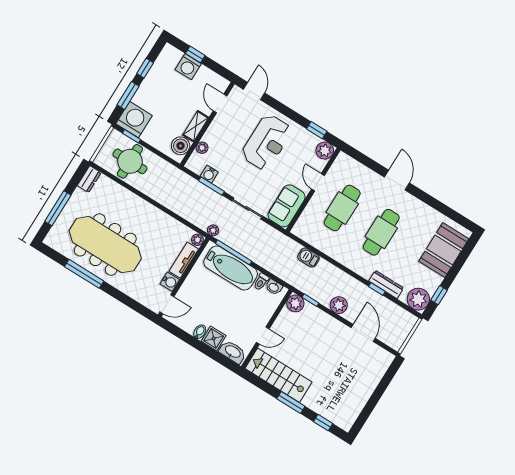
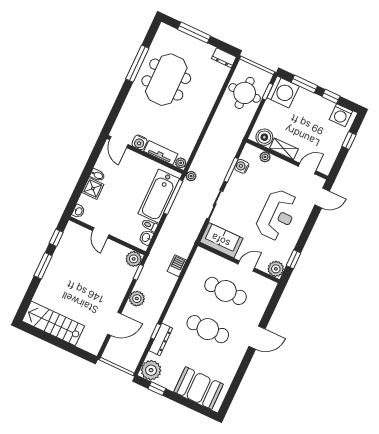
washing machine: (188, 67) -> (341, 115), moved, turned -90
reception desk: (267, 142) -> (277, 215), turned -90
meeting table: (105, 245) -> (166, 80), width x0.73
washbasin: (233, 352) -> (78, 211), width x0.52, depth x0.69
stairs: (278, 375) -> (53, 323), moved, turned -90
window: (323, 423) -> (56, 238), moved

